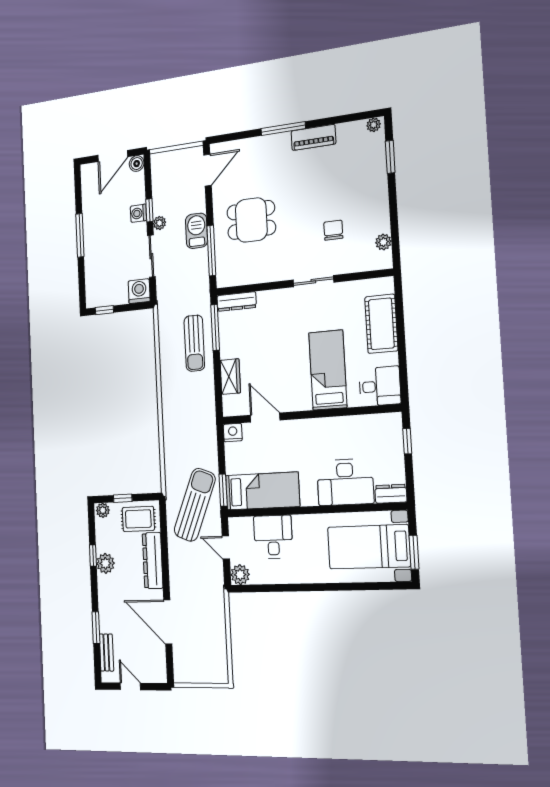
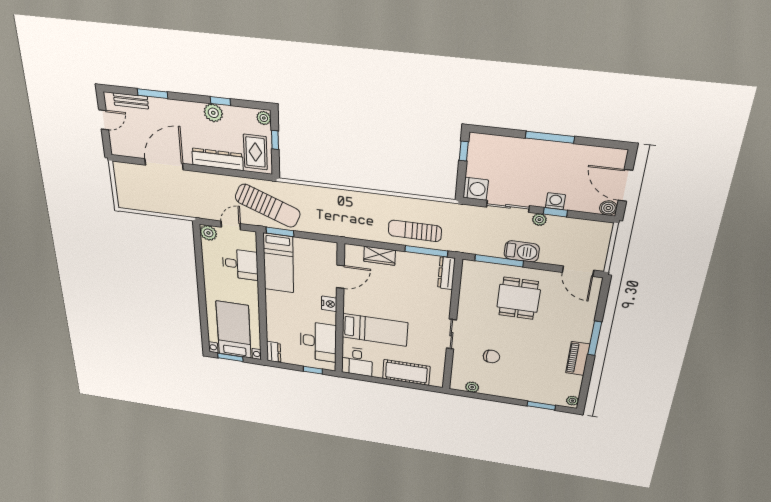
nightstand: (233, 433) -> (329, 304), moved
desk: (345, 482) -> (318, 342), moved, turned 180

